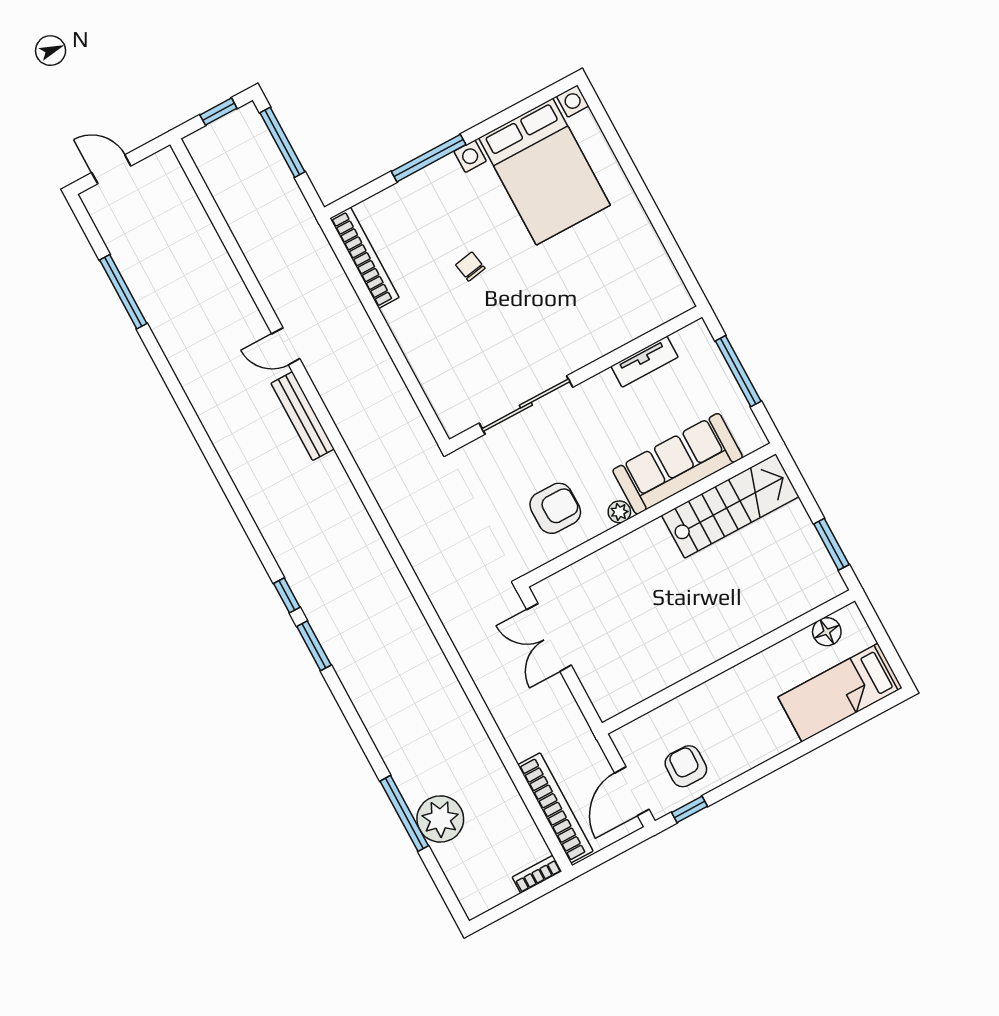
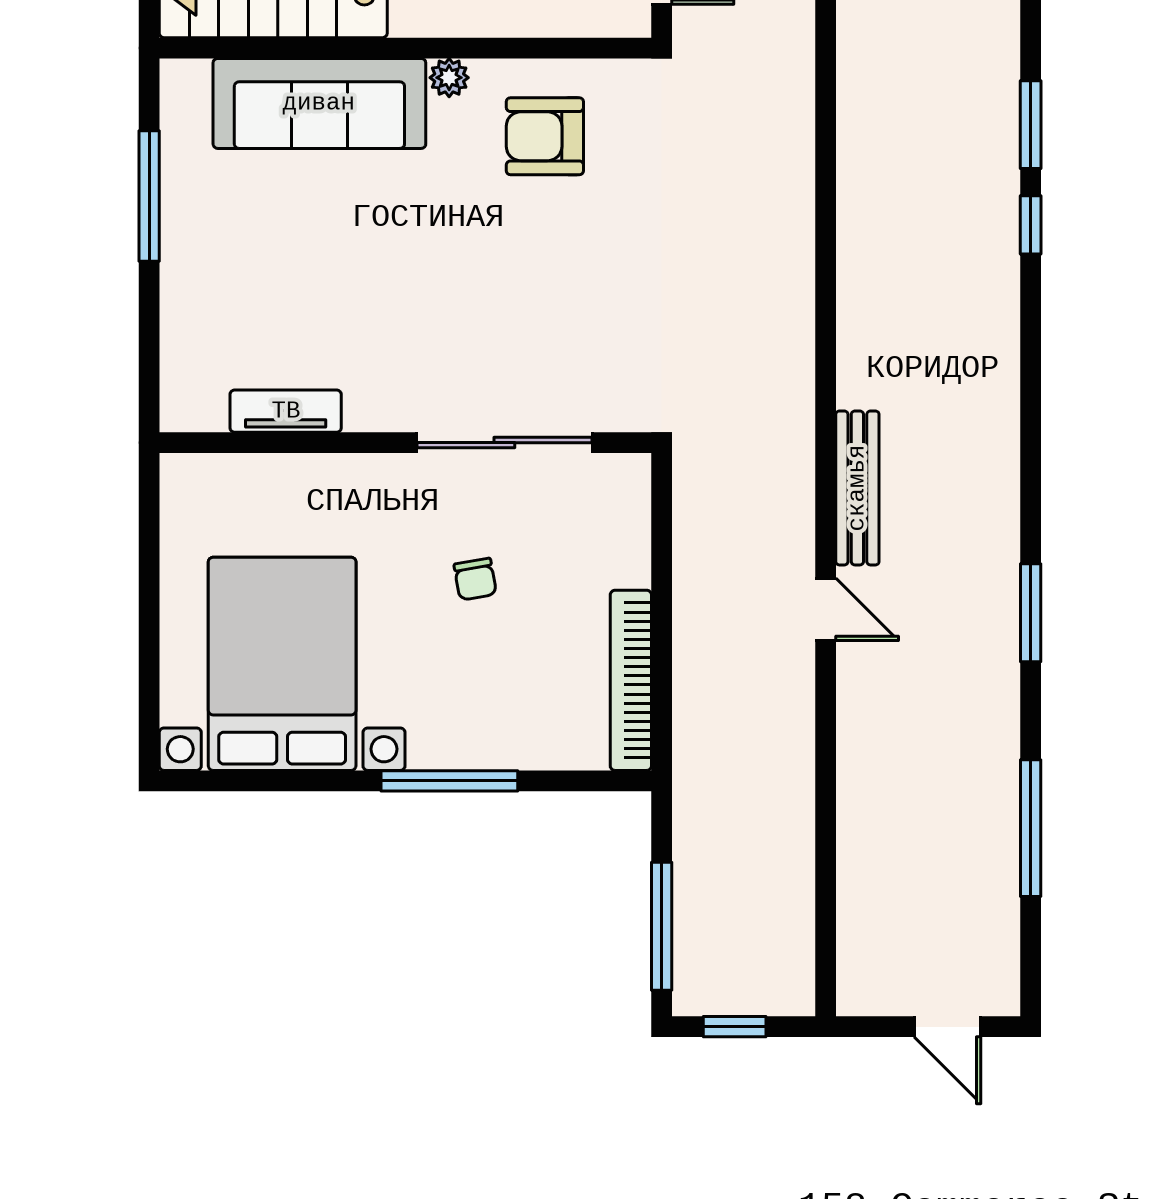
tv unit: (645, 362) -> (286, 411), moved
wall: (576, 378) -> (405, 443), moved
window: (182, 400) -> (1031, 613), added
sliding door: (526, 405) -> (504, 443), moved

